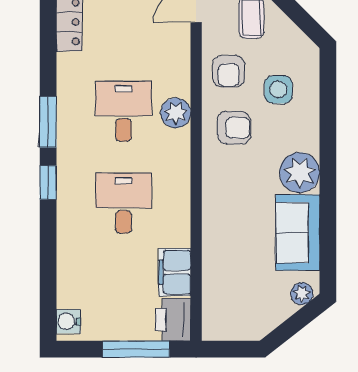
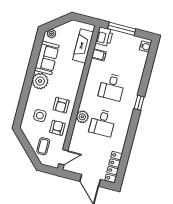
window: (48, 122) -> (133, 126), removed
armchair: (234, 128) -> (61, 105), turned -90
filing cabinet: (175, 272) -> (99, 55), width x0.50
fireplace: (218, 284) -> (83, 46), added

